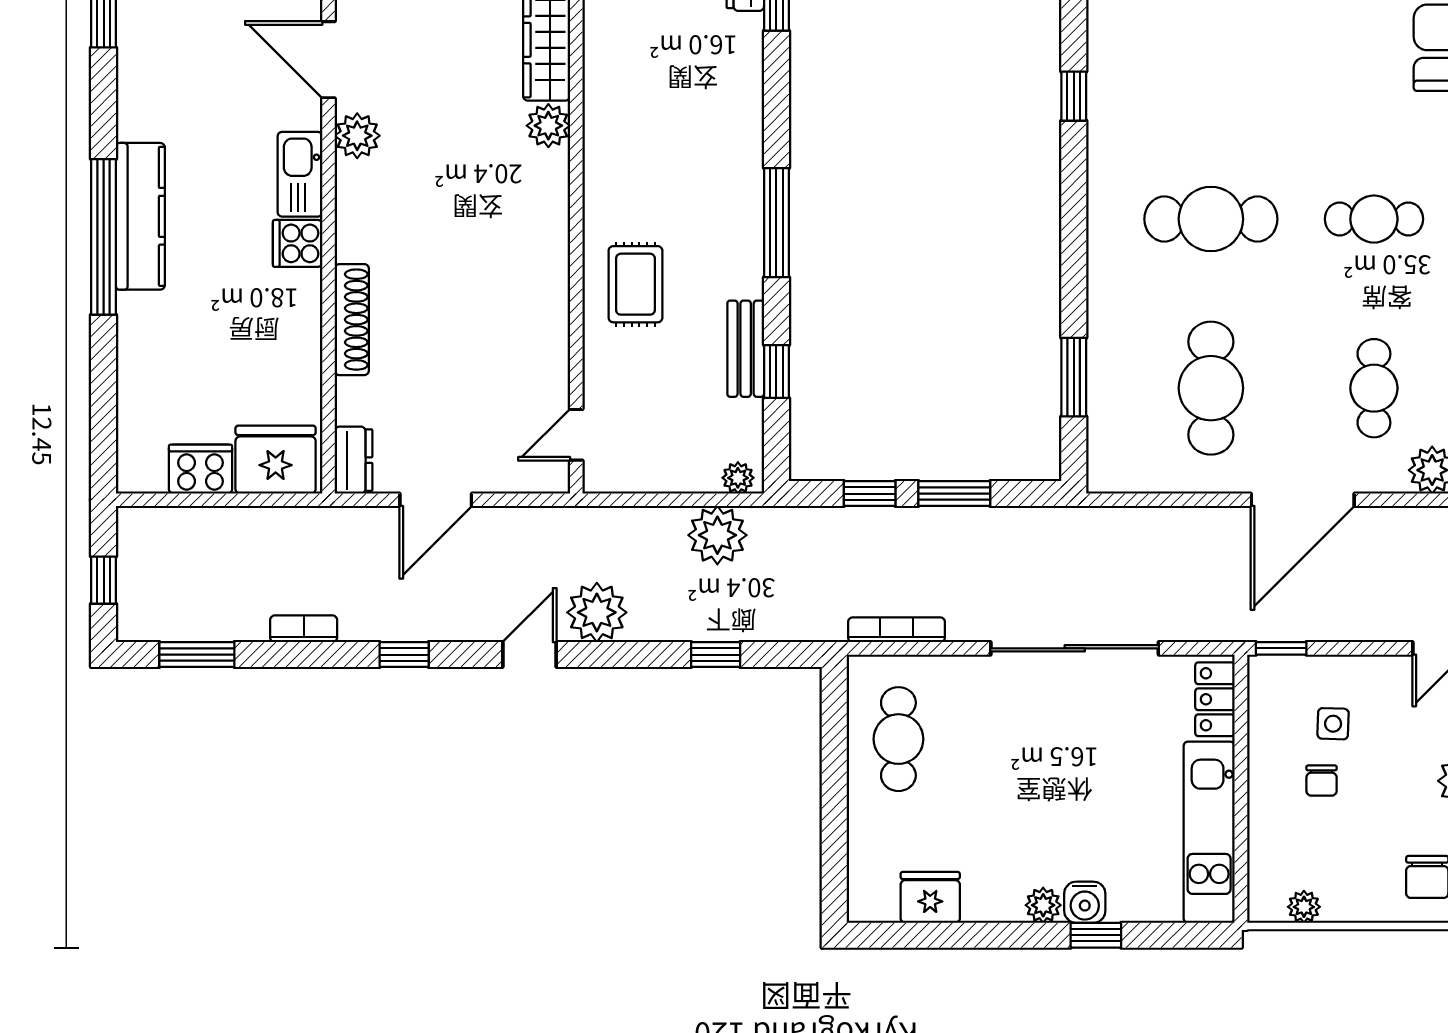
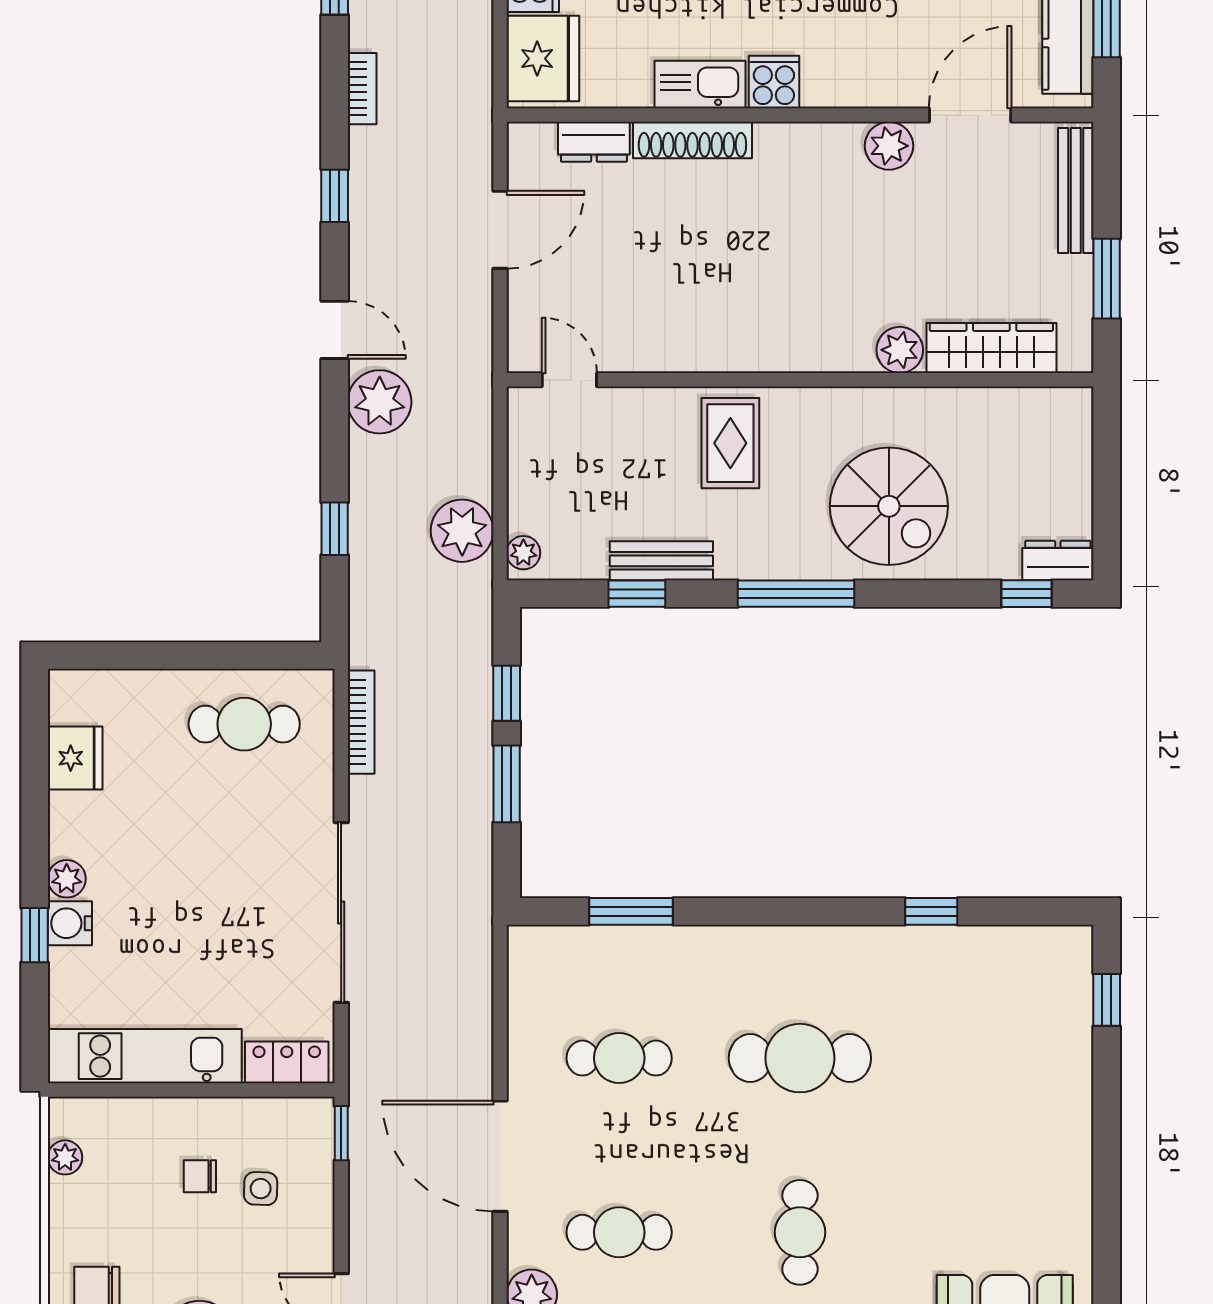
spiral stairs: (695, 136) -> (889, 506), added
kitchen sink: (300, 174) -> (700, 85), moved
cafe table: (1211, 219) -> (800, 1058), turned 90
rug: (635, 284) -> (730, 443), turned 90
cafe table: (1211, 388) -> (619, 1058), width x0.73, depth x0.74
dresser: (354, 460) -> (594, 142), moved
door: (436, 500) -> (500, 230), swing flipped

